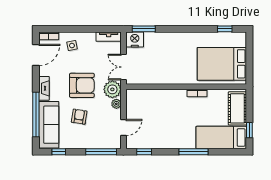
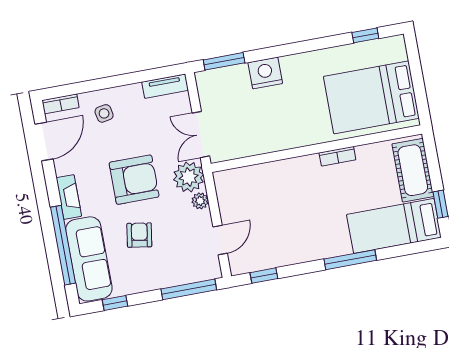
nightstand: (135, 40) -> (265, 73), moved

